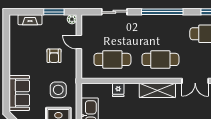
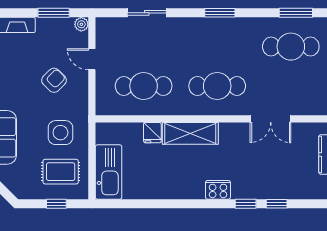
window: (162, 12) -> (220, 13), width x0.47
armchair: (54, 56) -> (54, 80), turned -135
shelving: (157, 90) -> (190, 133), moved

